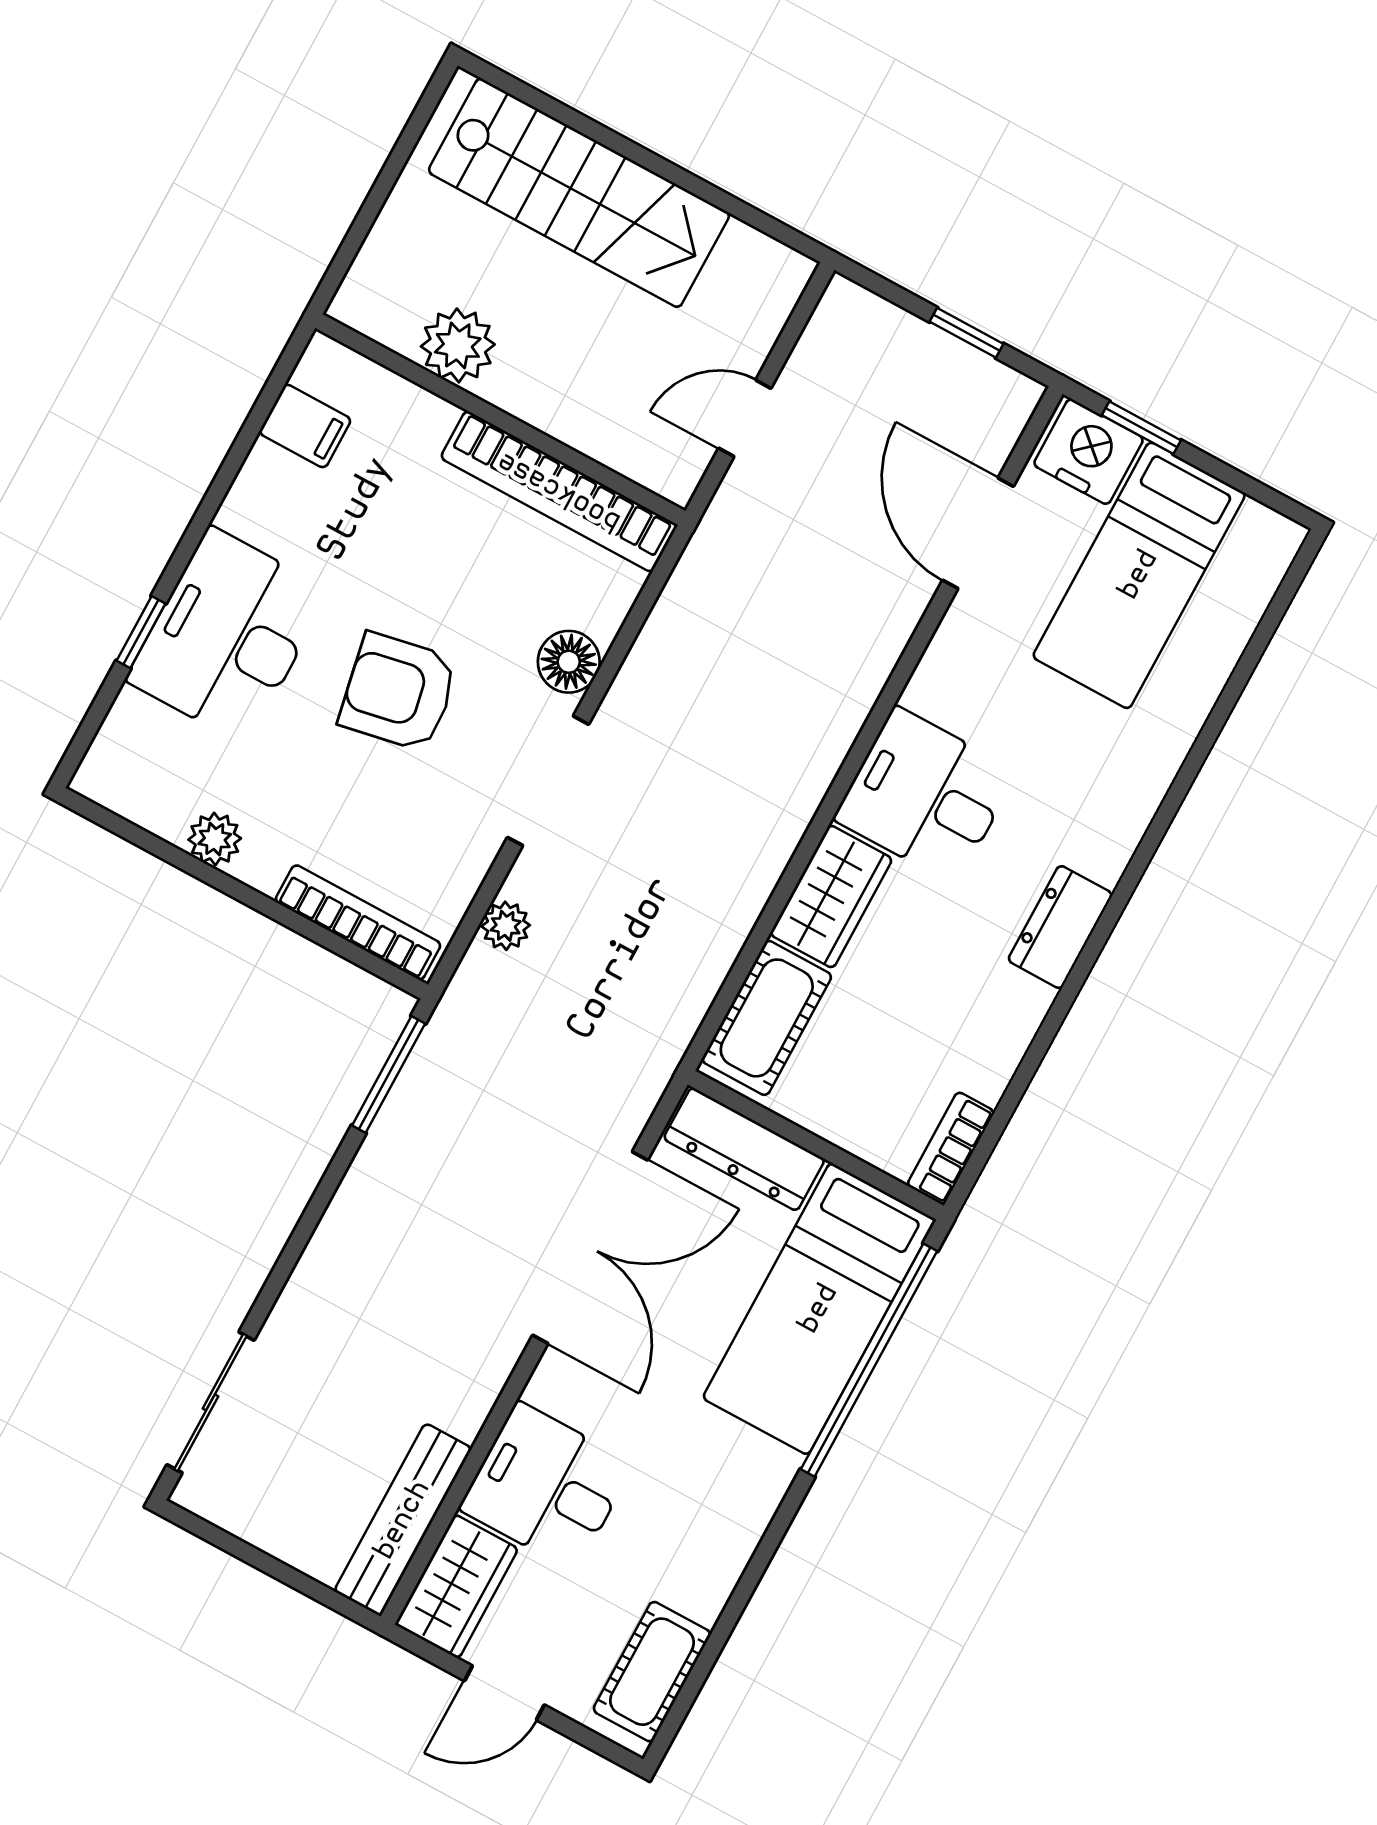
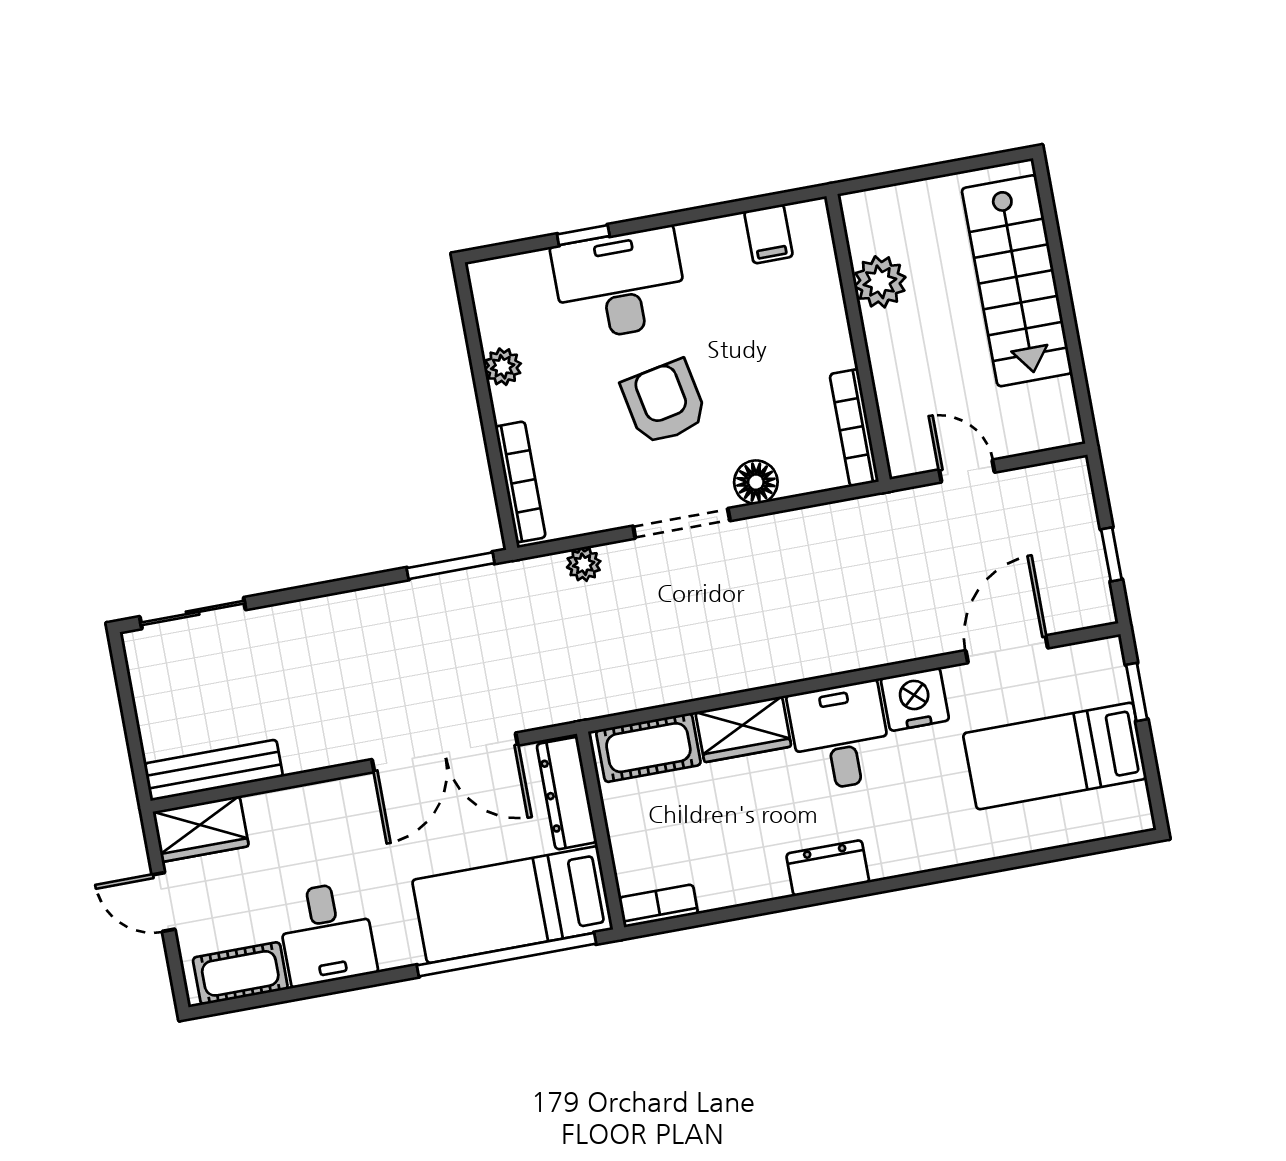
nightstand: (1088, 452) -> (915, 699), moved, turned -90
bookcase: (559, 491) -> (854, 428), width x0.68, depth x0.76
desk: (546, 1486) -> (327, 934), moved, turned 180

